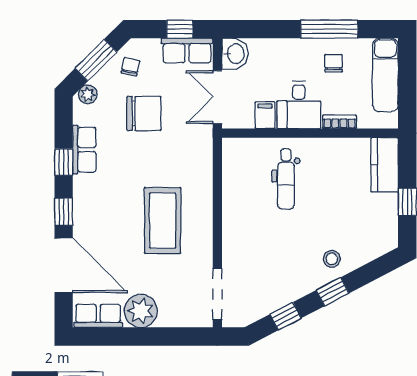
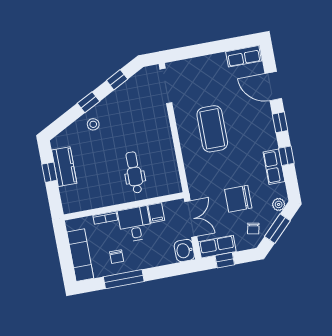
kitchen counter: (385, 165) -> (64, 167), moved
door: (64, 265) -> (273, 86), width x0.73
plant: (141, 311) -> (215, 65), removed

